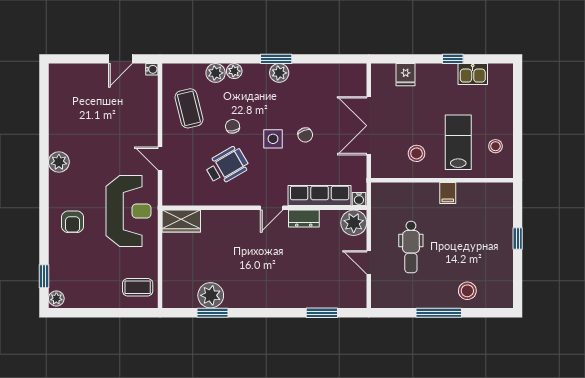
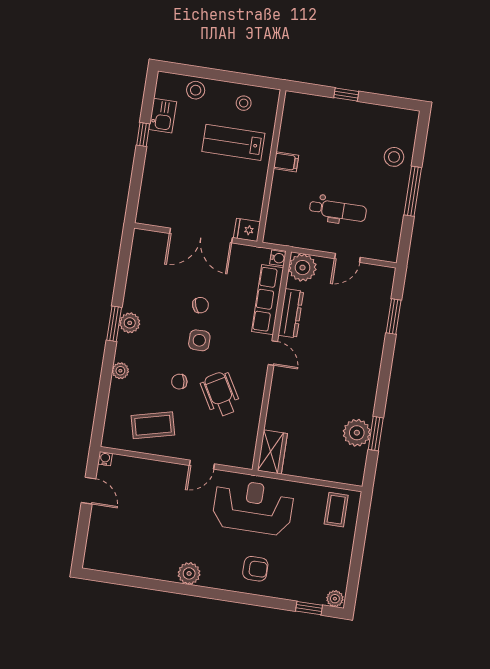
plant: (216, 73) -> (119, 391), removed
fridge: (406, 75) -> (247, 230), moved, turned 180
stool: (417, 153) -> (196, 90), moved
dresser: (304, 218) -> (291, 313), width x1.44

